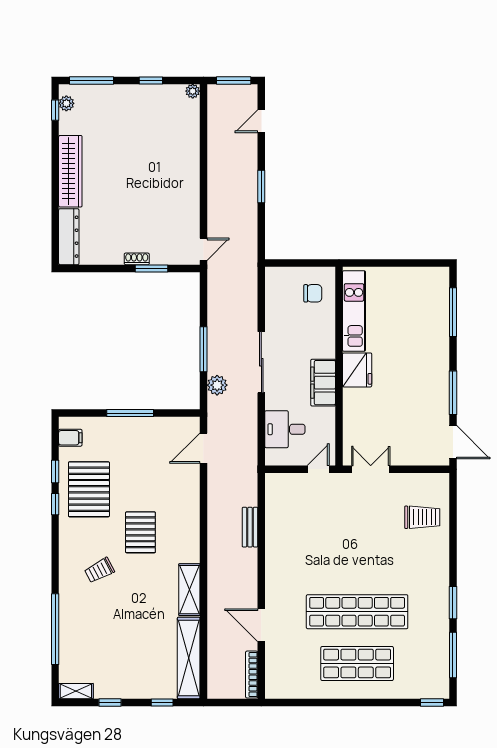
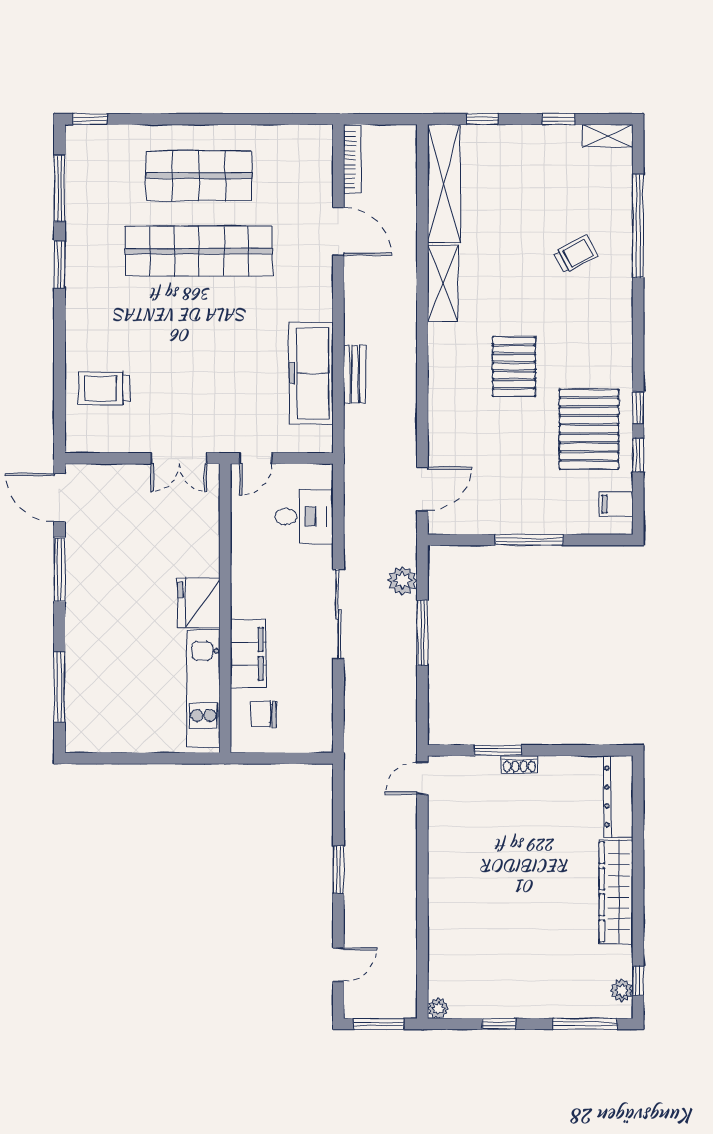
filing cabinet: (323, 383) -> (248, 654), moved
freezer: (280, 528) -> (311, 373), added
trolley: (99, 570) -> (576, 254), moved

